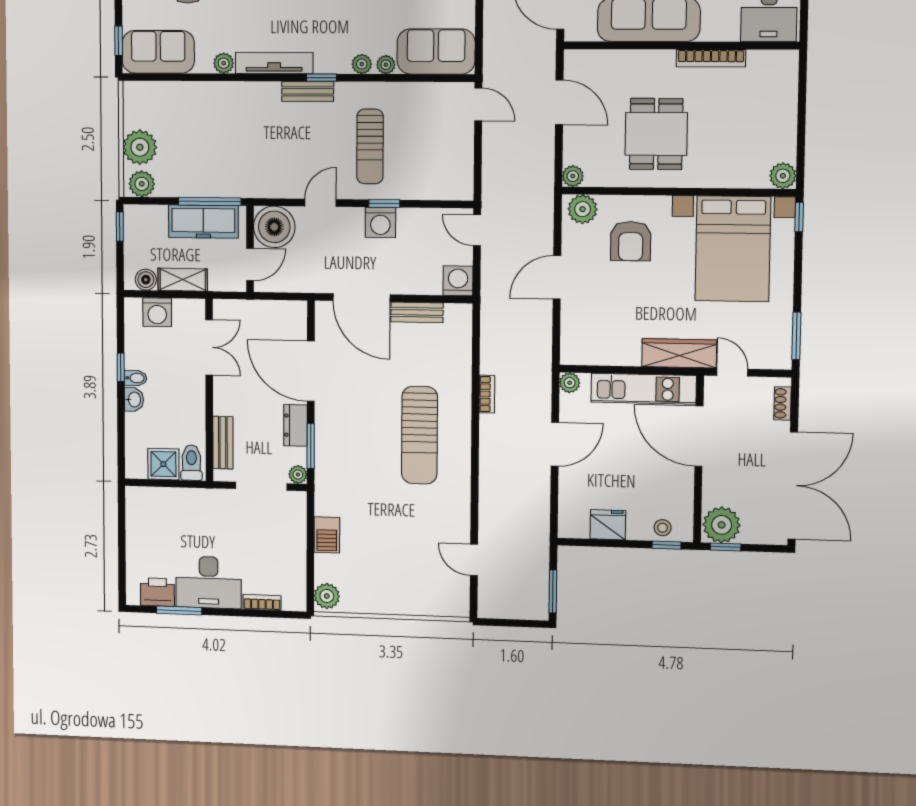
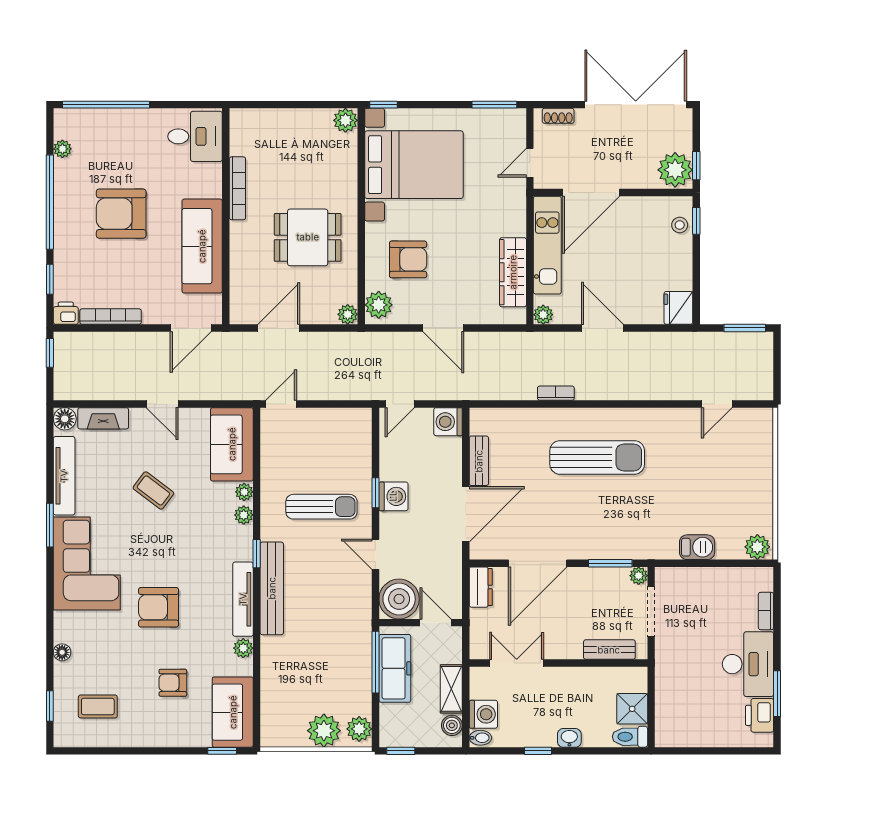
bench: (308, 91) -> (272, 588), width x1.86, depth x1.21
wardrobe: (679, 353) -> (513, 272), moved
bidet: (135, 378) -> (480, 738), moved, turned 90
dresser: (295, 425) -> (481, 587), moved, turned -90
toilet: (191, 463) -> (630, 737), moved
fridge: (608, 525) -> (678, 308), moved

